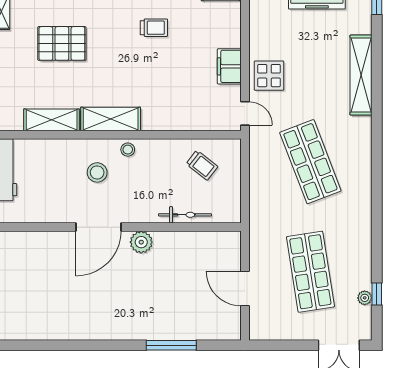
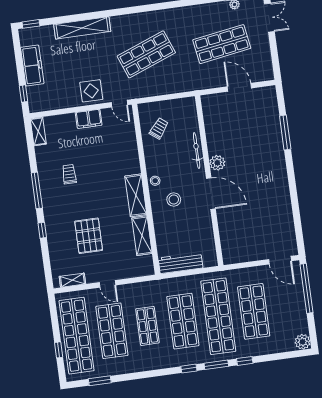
door: (245, 113) -> (119, 104), swing flipped
bicycle: (185, 215) -> (197, 151), moved
door: (245, 289) -> (239, 87), swing flipped

